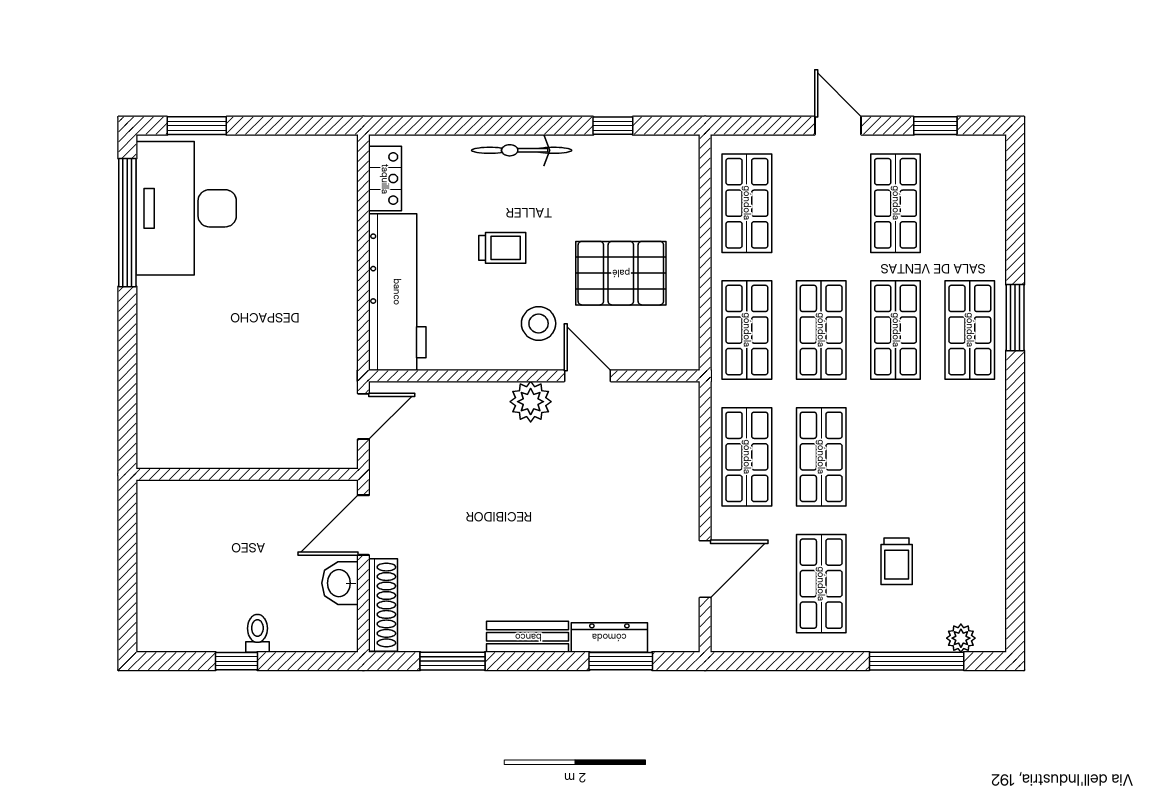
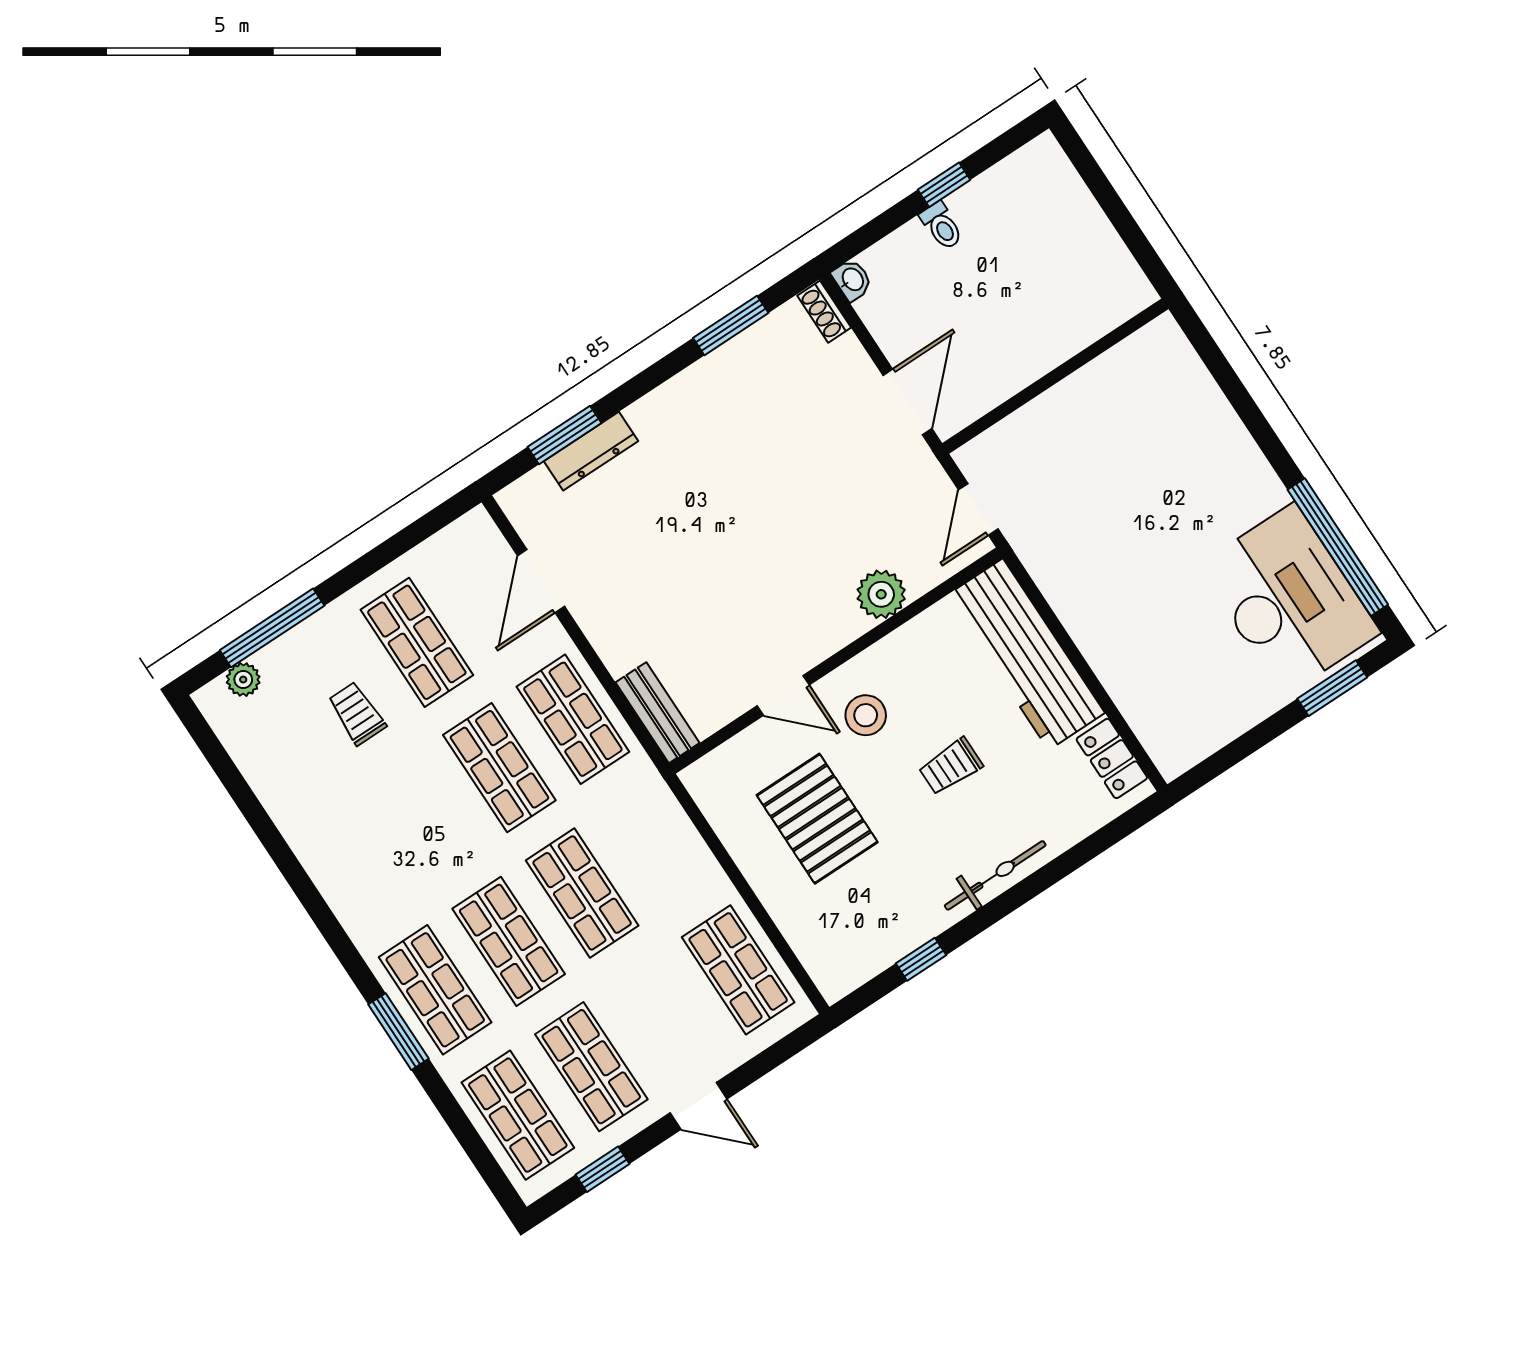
pallet: (621, 273) -> (817, 819), turned 90
shop shelf: (747, 330) -> (518, 1115), moved
plant: (531, 402) -> (881, 594), moved
washbasin: (340, 583) -> (852, 280), moved, width x0.72, depth x0.69
shoe rack: (383, 605) -> (824, 312), width x0.51, depth x0.81
bench: (528, 637) -> (658, 713), moved, turned 90

